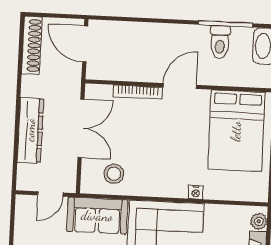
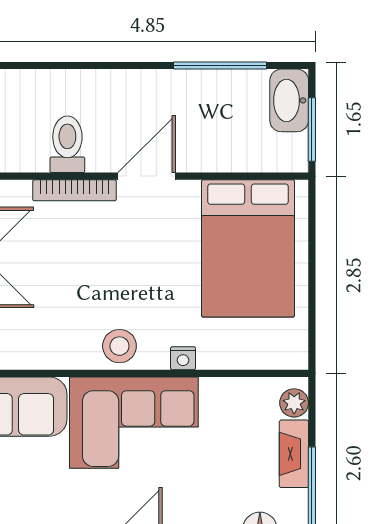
toilet: (220, 42) -> (67, 144), moved, turned 180
stool: (114, 174) -> (119, 346), moved

